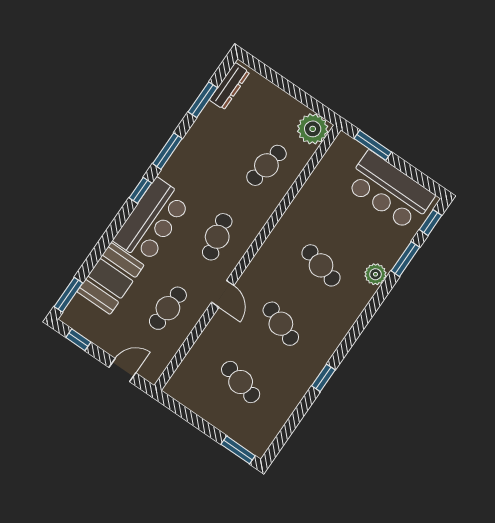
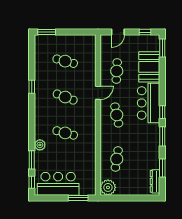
door: (223, 294) -> (98, 93), swing flipped

